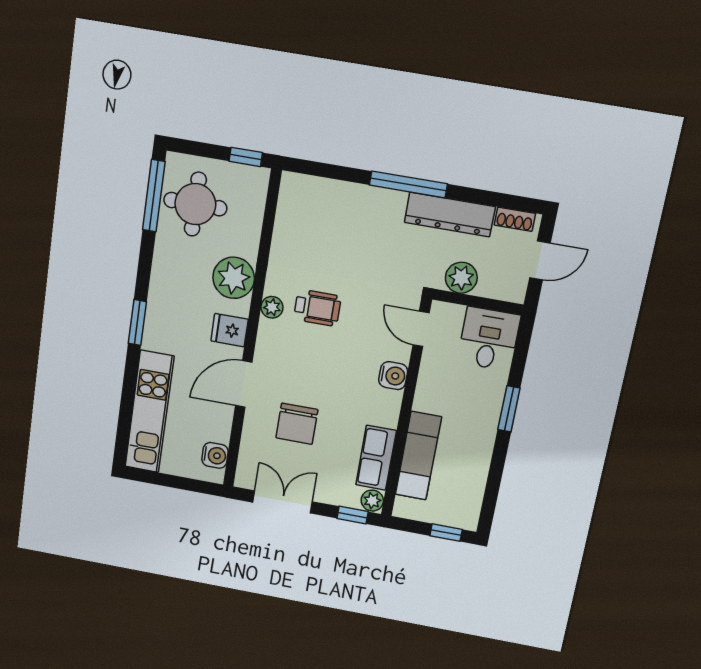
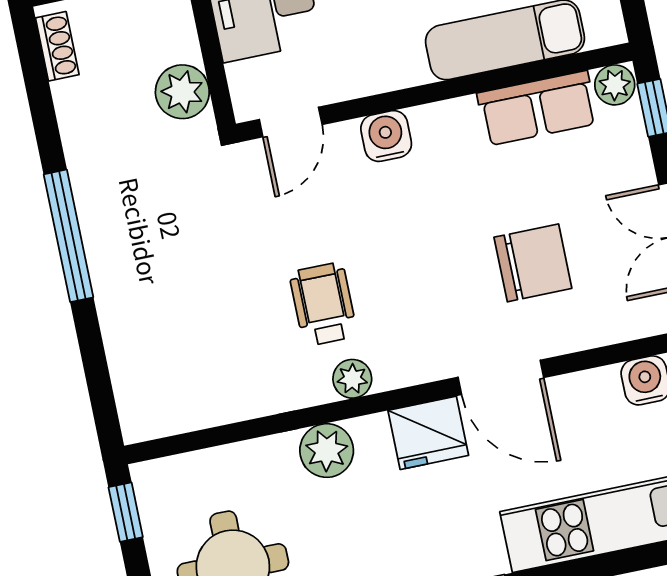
dresser: (450, 215) -> (90, 151), removed
plant: (234, 278) -> (327, 451), width x0.73, depth x0.73
fridge: (230, 330) -> (428, 433), width x1.38

